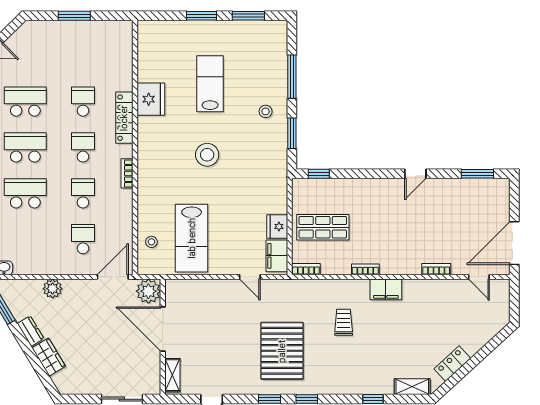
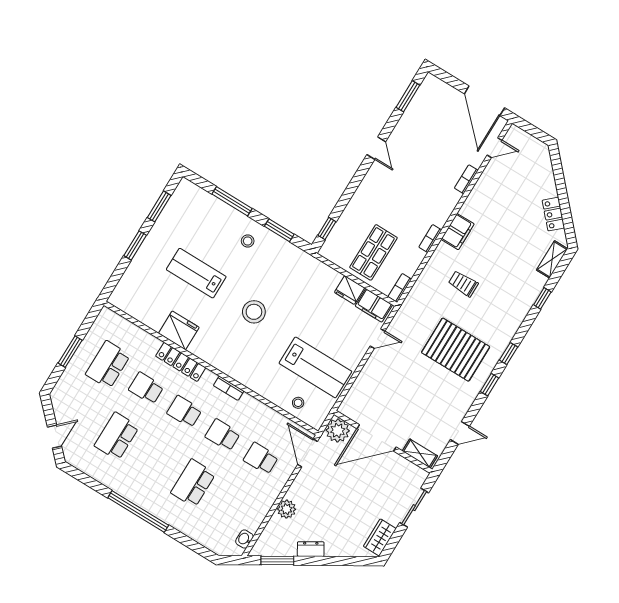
school desk: (25, 147) -> (108, 365), moved
wardrobe: (49, 357) -> (380, 537), moved, turned -59

